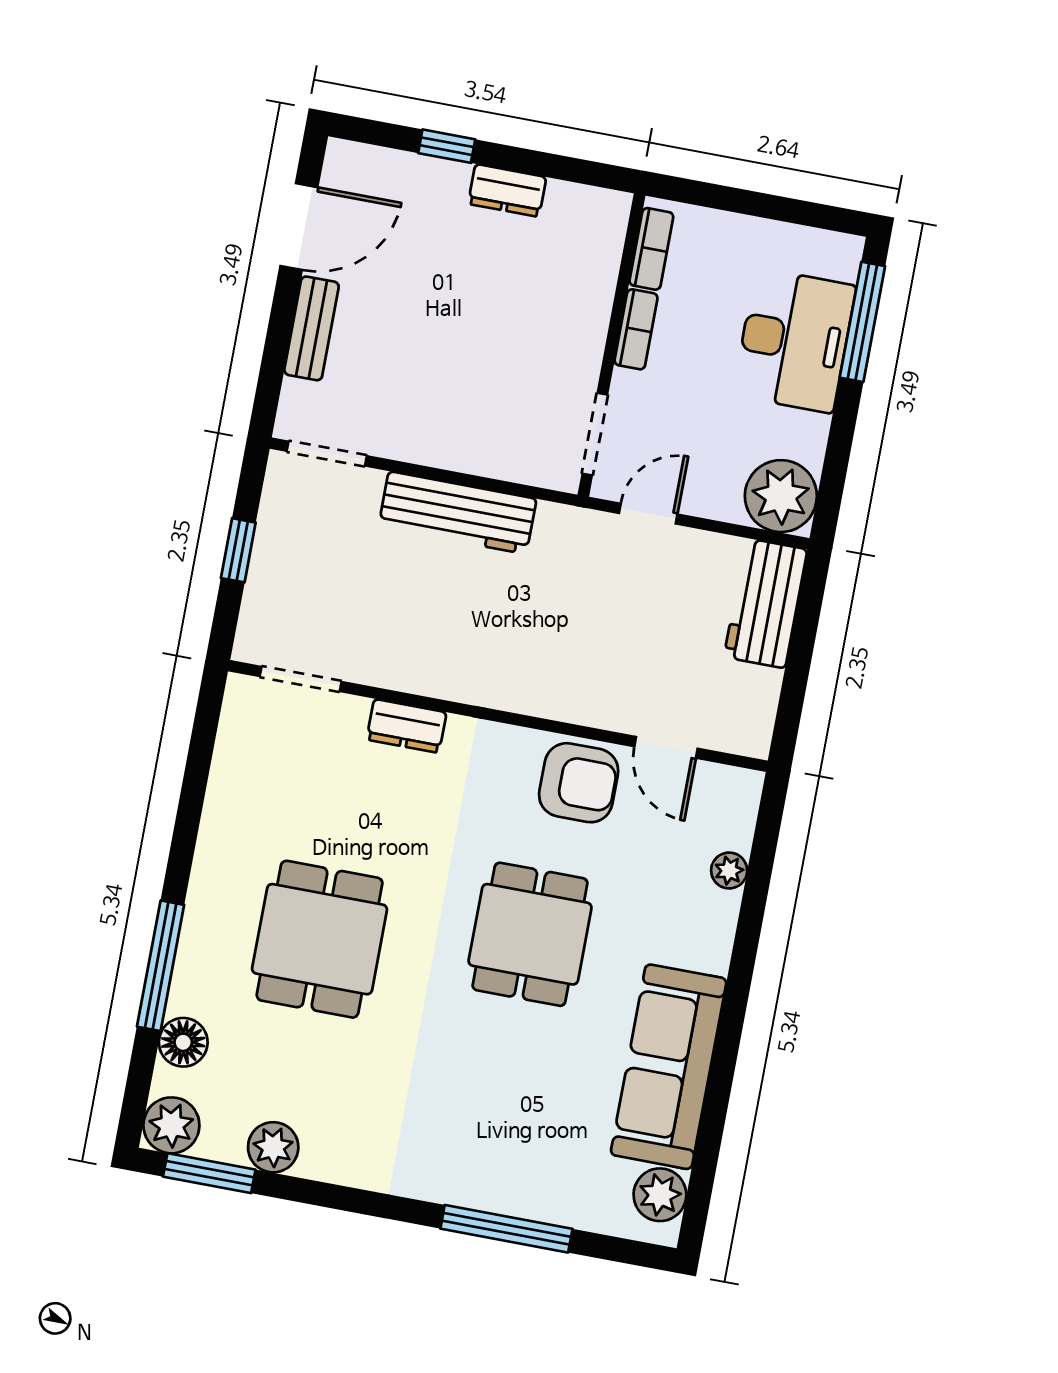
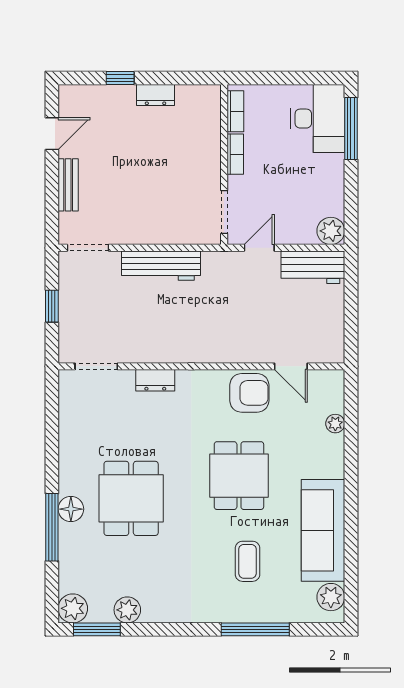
door: (299, 227) -> (52, 134), width x0.73
desk: (794, 341) -> (318, 119), moved
plant: (781, 496) -> (331, 231), width x0.73, depth x0.73
workbench: (766, 603) -> (313, 267), moved, turned -90
floor lamp: (183, 1042) -> (71, 509), moved
coffee table: (516, 1098) -> (248, 561), added

